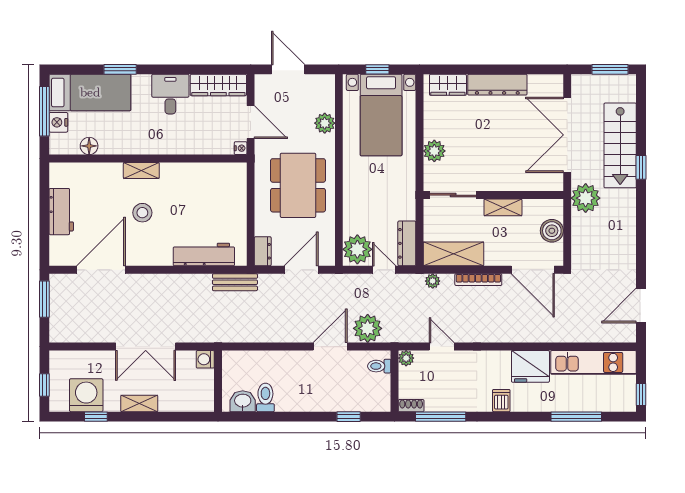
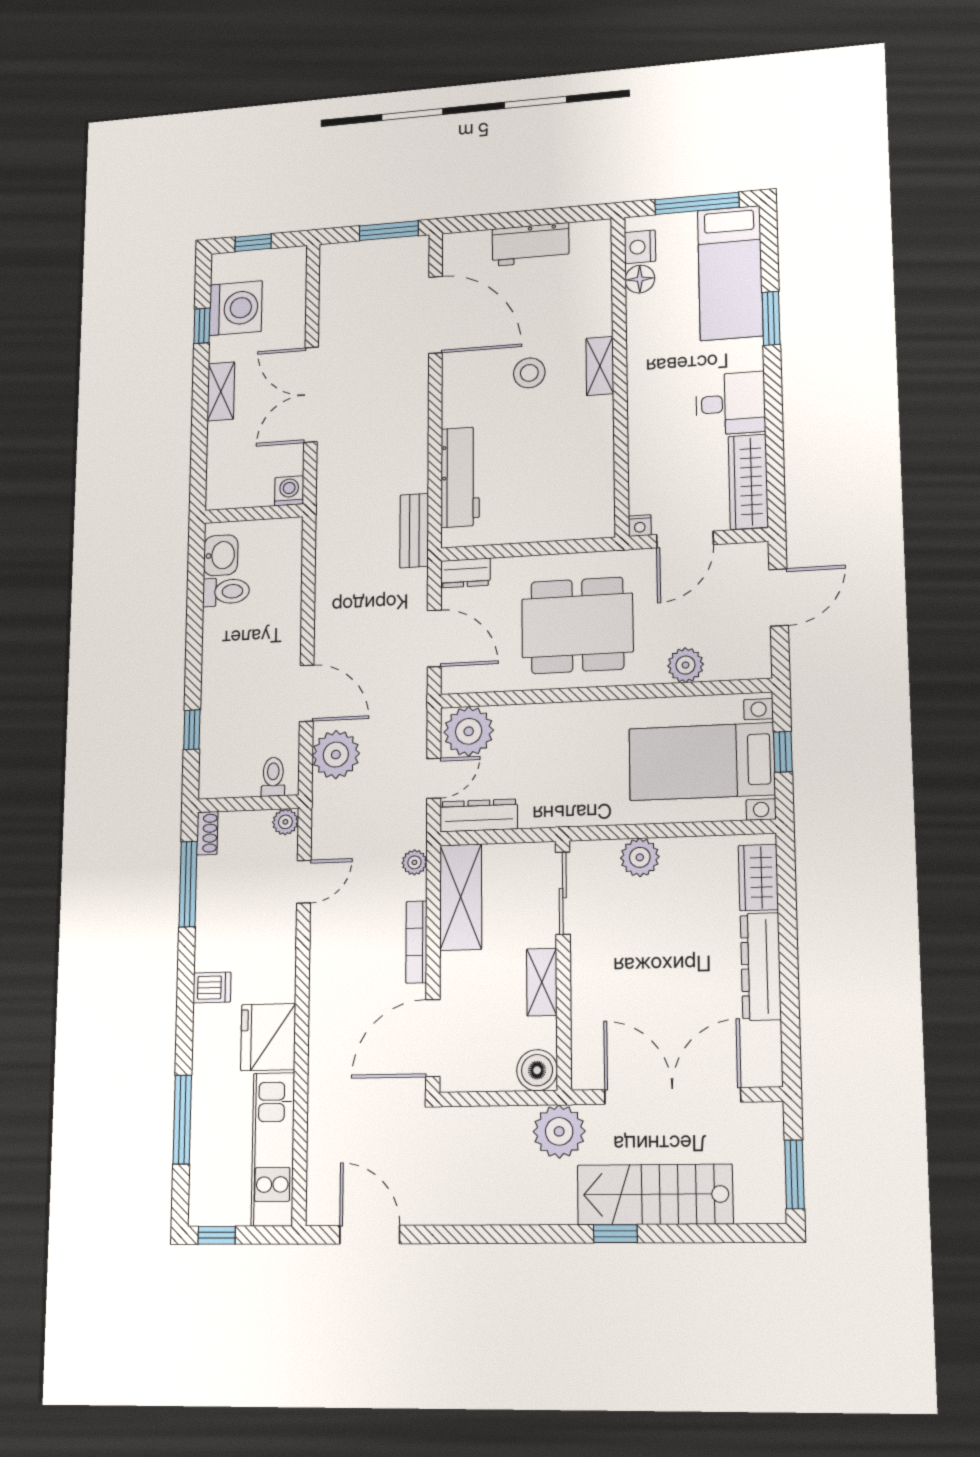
nightstand: (58, 122) -> (640, 247), moved, turned -90
boiler: (552, 231) -> (537, 1070), moved

